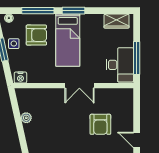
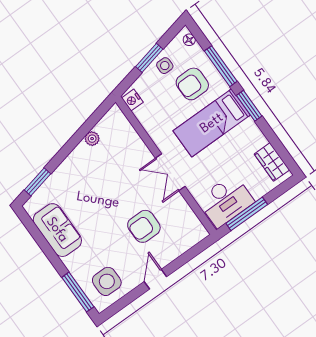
armchair: (36, 35) -> (192, 84), turned 90

